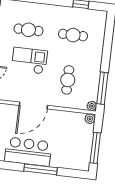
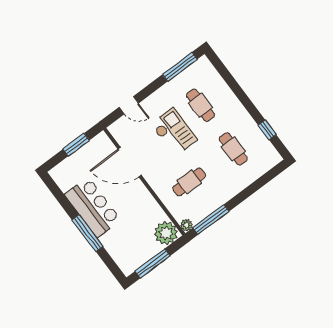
door: (33, 105) -> (130, 162), moved
plant: (90, 119) -> (166, 233), width x1.88, depth x1.88

